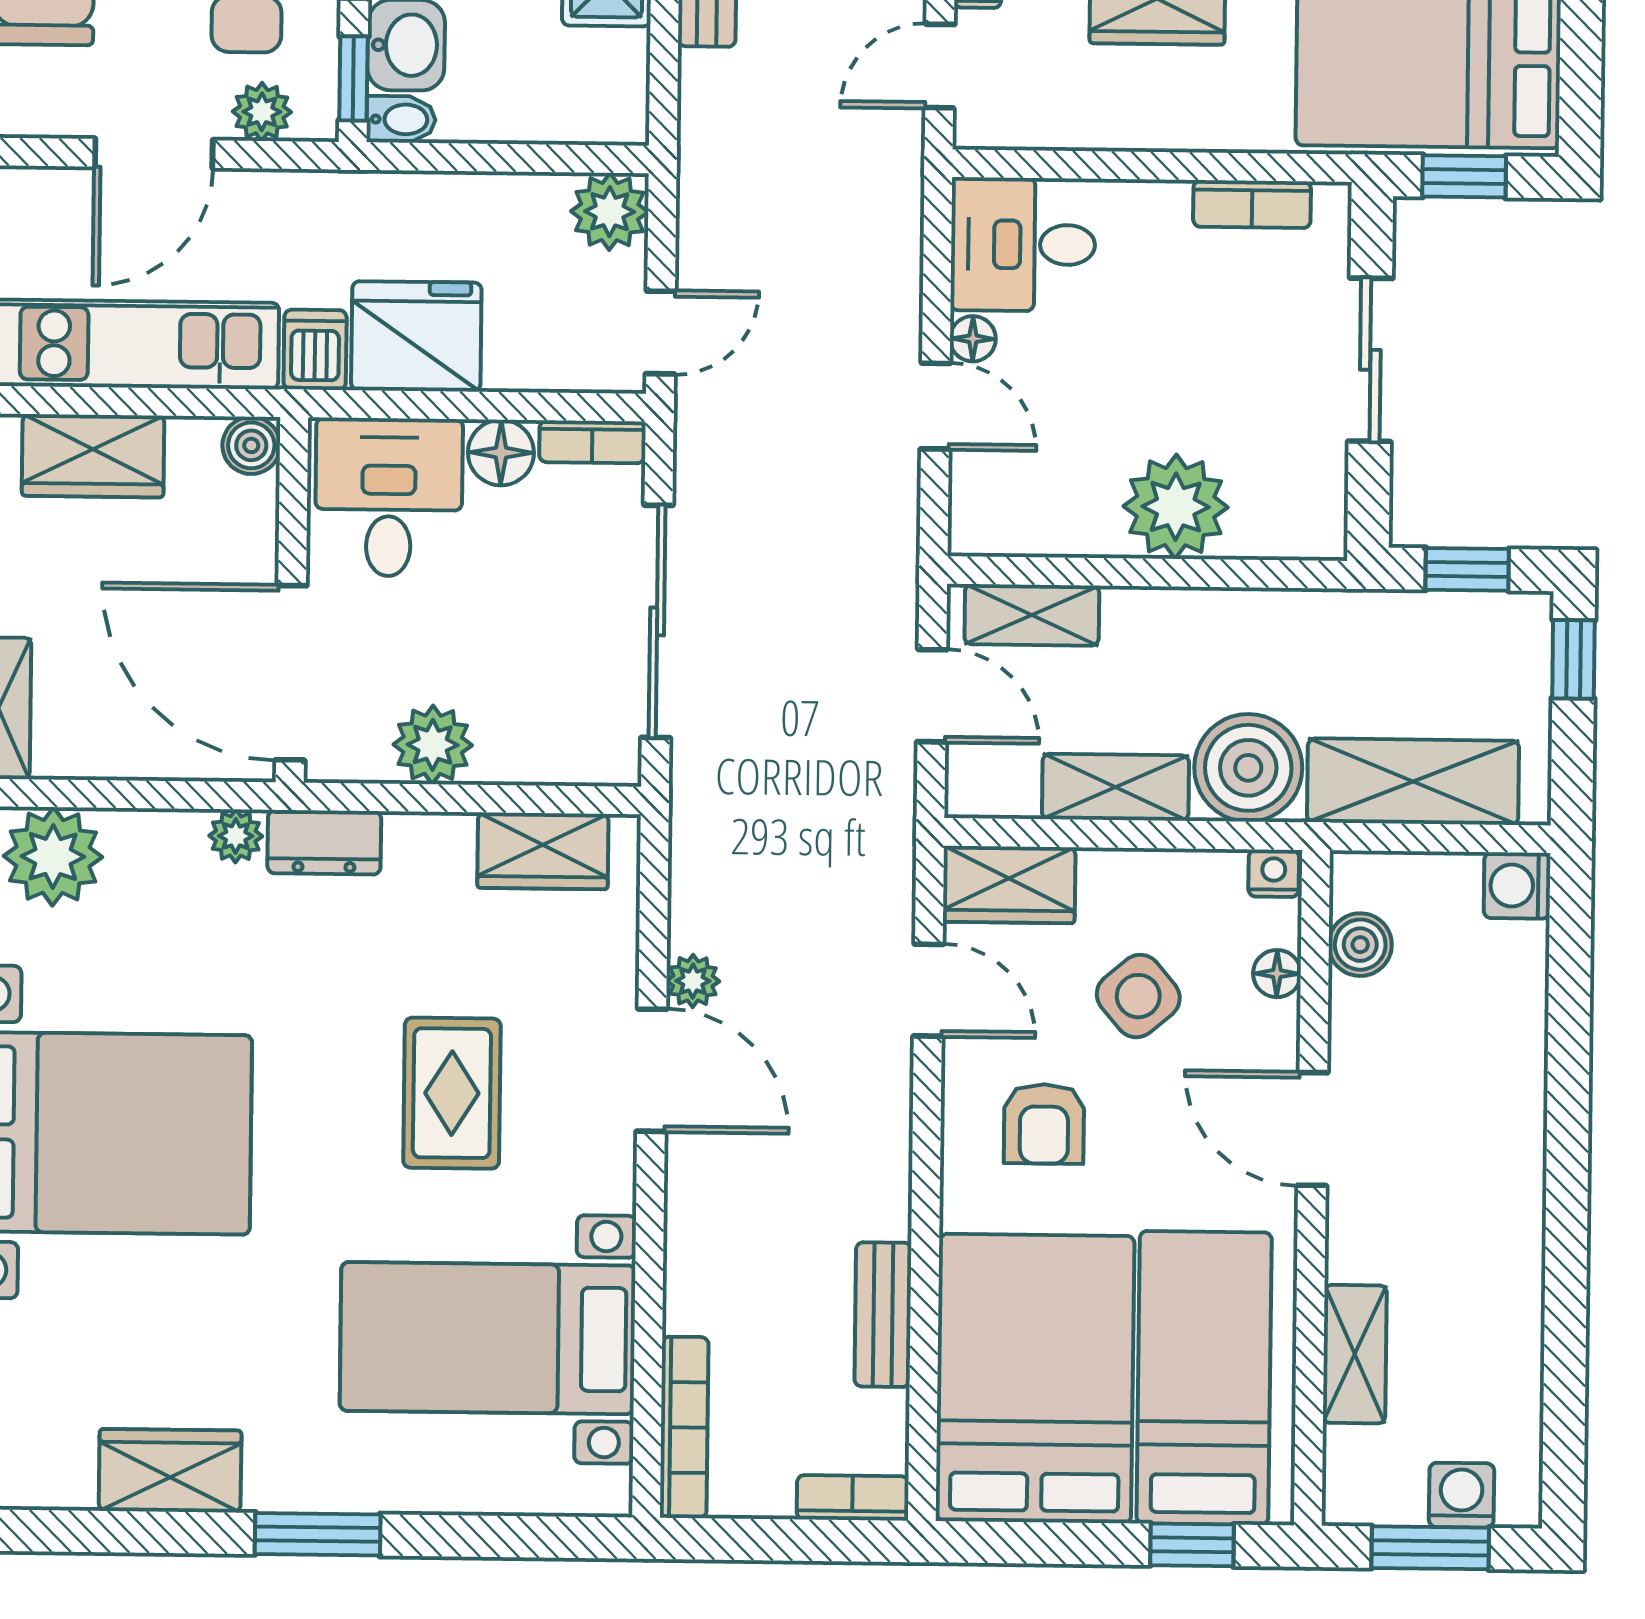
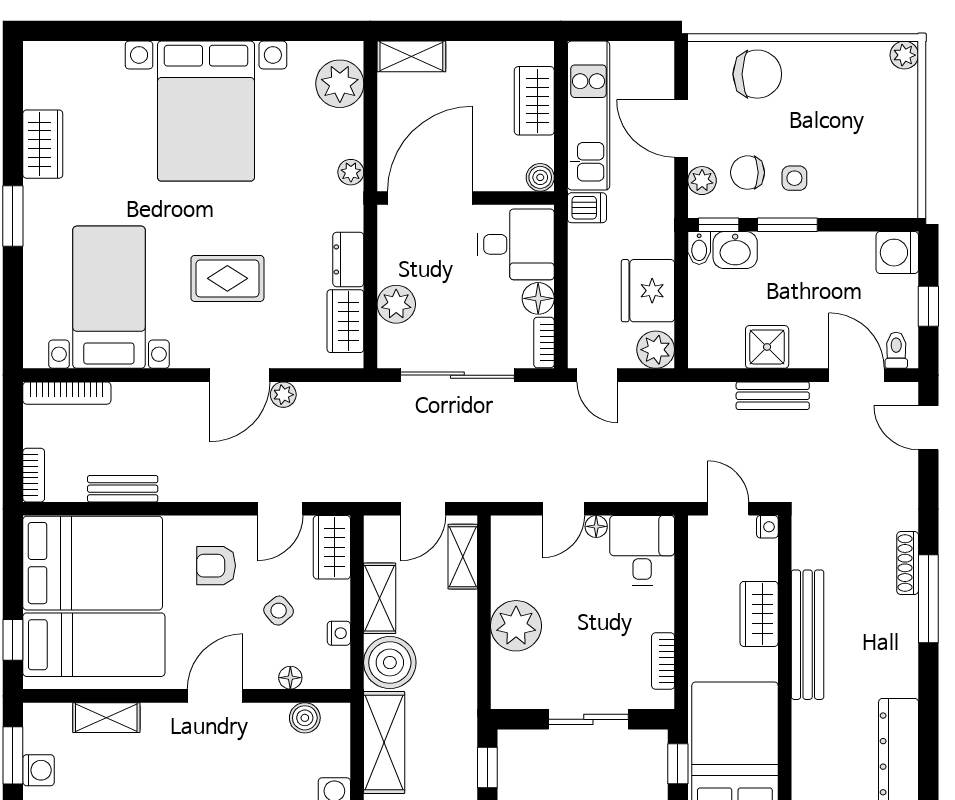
fridge: (416, 336) -> (648, 291), moved, turned 180
plant: (433, 745) -> (396, 304), moved
dresser: (324, 842) -> (348, 259), moved
nightstand: (1274, 873) -> (339, 633), moved
side table: (1138, 996) -> (279, 611), width x0.73, depth x0.73

